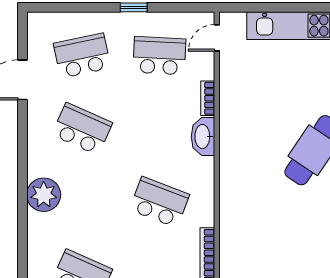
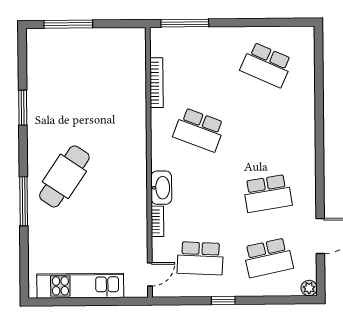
school desk: (82, 129) -> (268, 193), turned -33
plant: (44, 195) -> (309, 288), moved, width x0.53, depth x0.53

